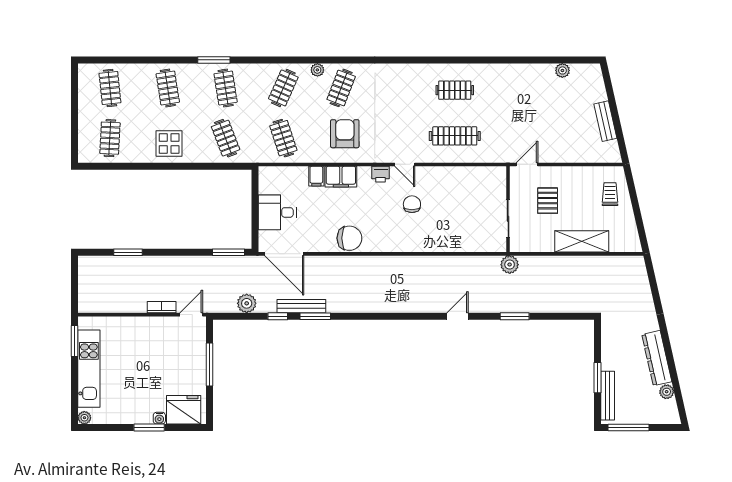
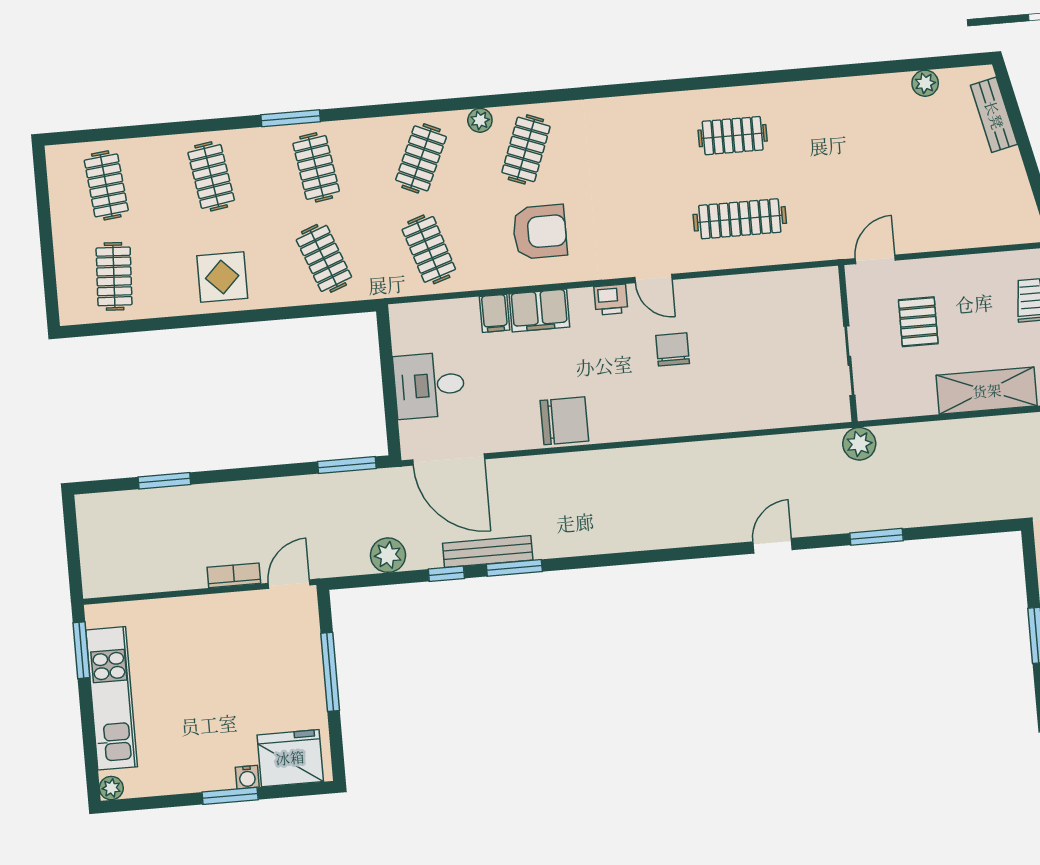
bench: (605, 121) -> (994, 115), moved
armchair: (345, 134) -> (540, 232), turned 90

